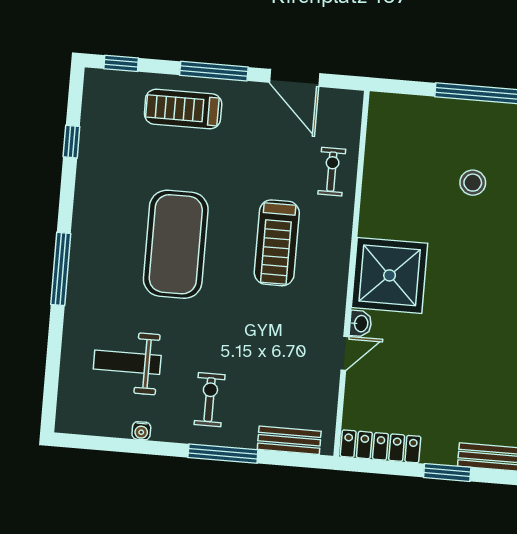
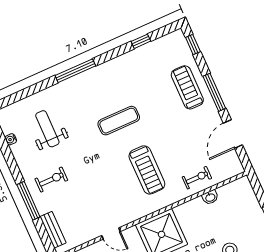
treadmill: (277, 243) -> (147, 170), turned -90
exercise mat: (176, 244) -> (119, 121), width x0.50, depth x0.69
washbasin: (361, 324) -> (210, 197), moved
water cooler: (141, 431) -> (11, 139), moved

